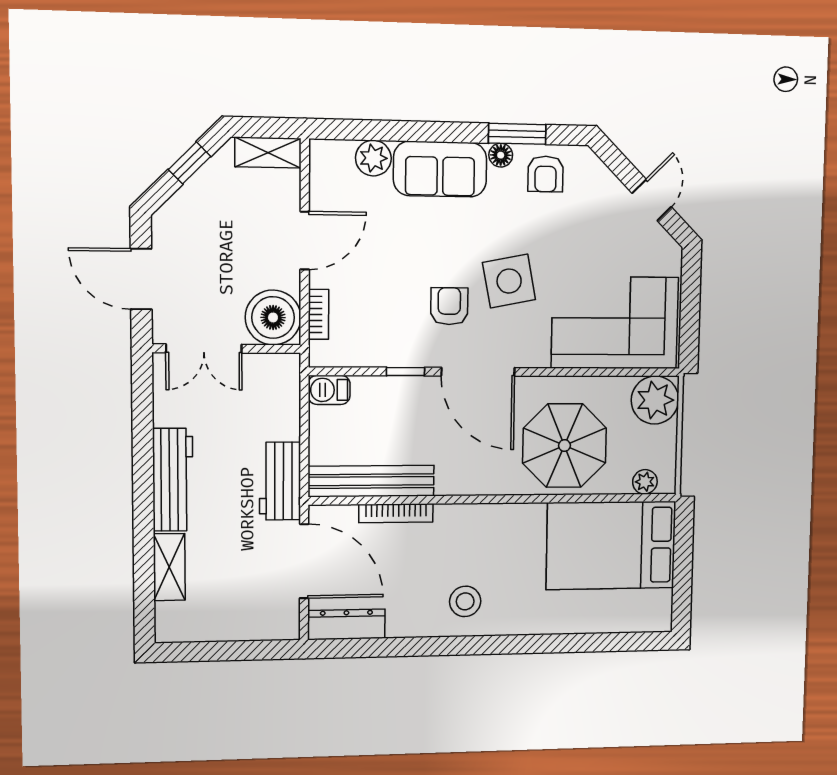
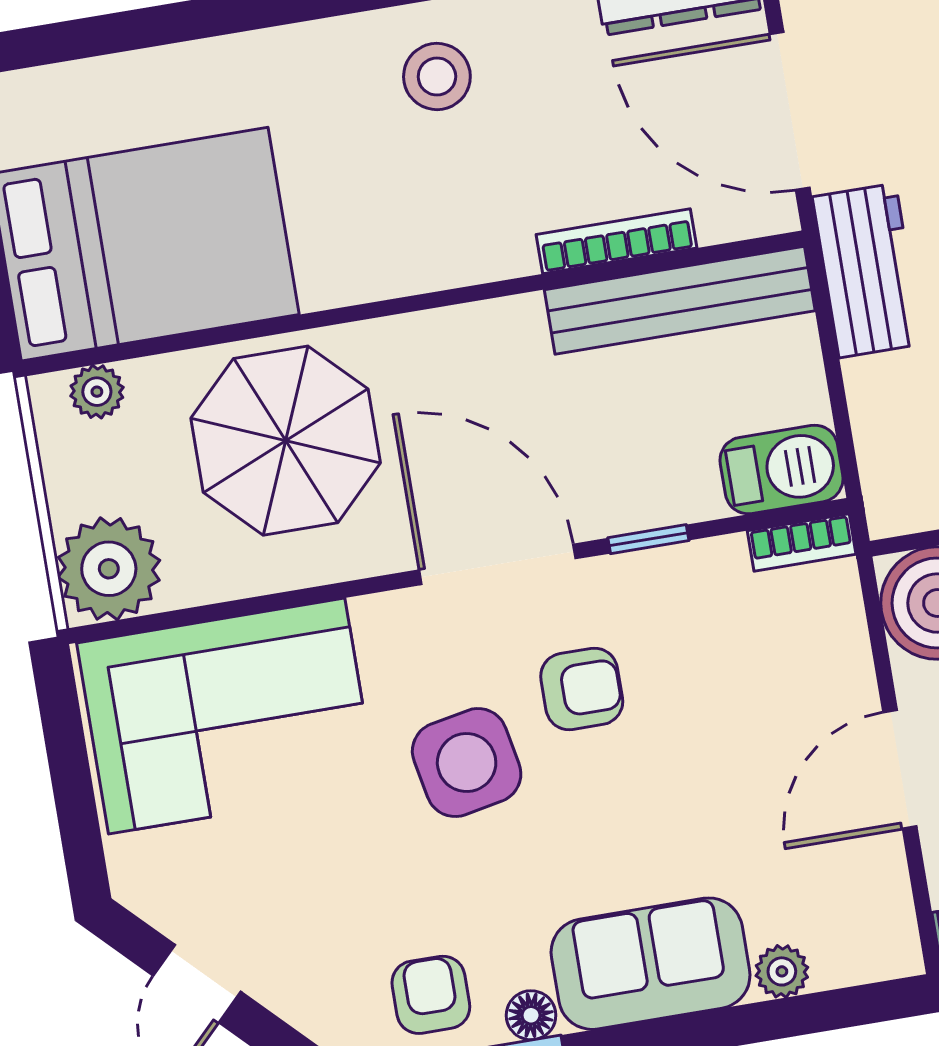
plant: (373, 158) -> (782, 971), width x0.73, depth x0.73
armchair: (449, 306) -> (582, 689), turned -90
bookcase: (318, 314) -> (802, 542), moved, turned -90
barbecue: (329, 390) -> (781, 470), width x1.38, depth x1.27

